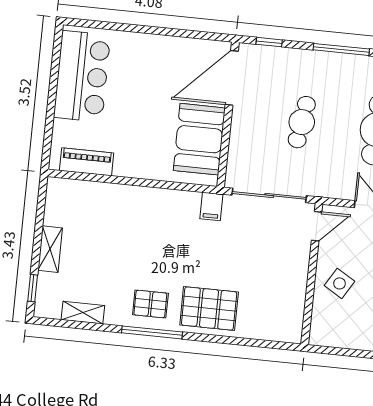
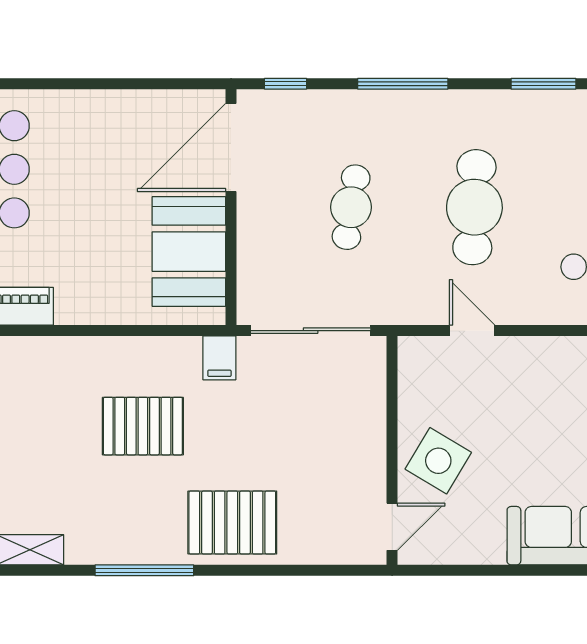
door: (317, 226) -> (392, 527), moved
side table: (340, 283) -> (438, 461), width x1.37, depth x1.37
pallet: (150, 304) -> (143, 426), moved, width x1.50, depth x1.42

